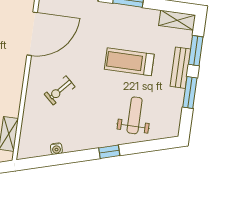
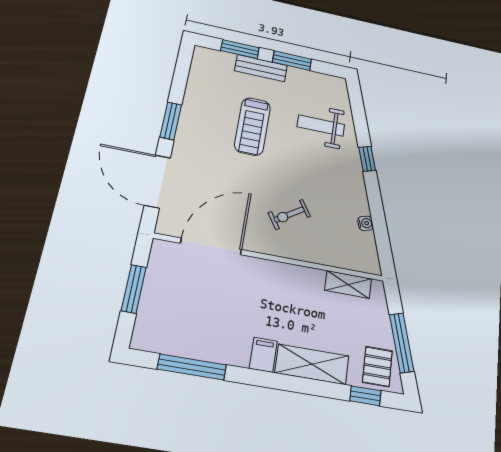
shelving: (177, 20) -> (200, 66), removed
door: (32, 34) -> (211, 246), hinge flipped
exercise bike: (60, 90) -> (289, 215), turned 105

